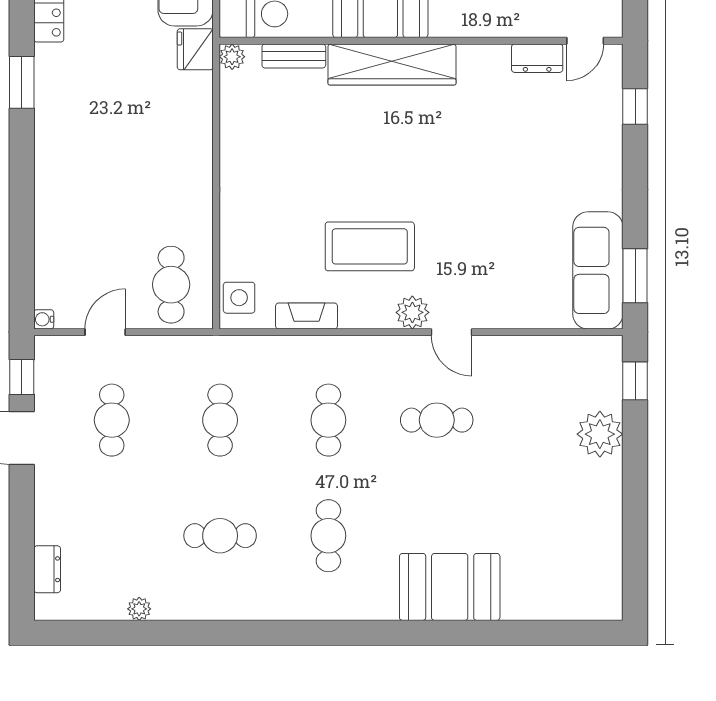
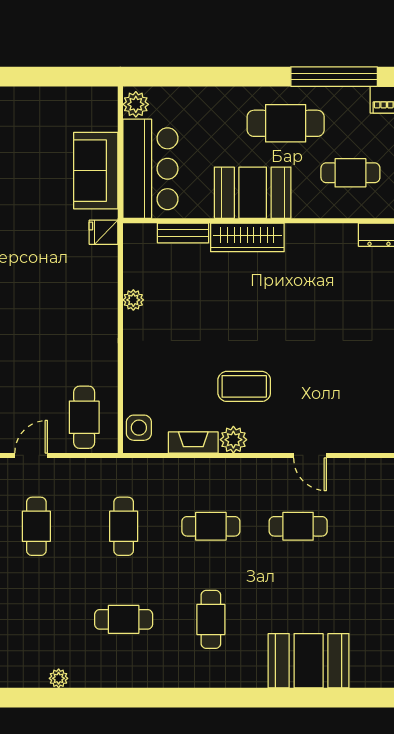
fridge: (195, 49) -> (104, 232), width x0.72
plant: (232, 57) -> (133, 300), moved
wardrobe: (392, 65) -> (247, 237), width x0.71, depth x0.85
coffee table: (370, 246) -> (244, 386), width x0.73, depth x0.76
plant: (412, 312) -> (233, 440), moved
cafe table: (328, 420) -> (211, 526), turned 90

